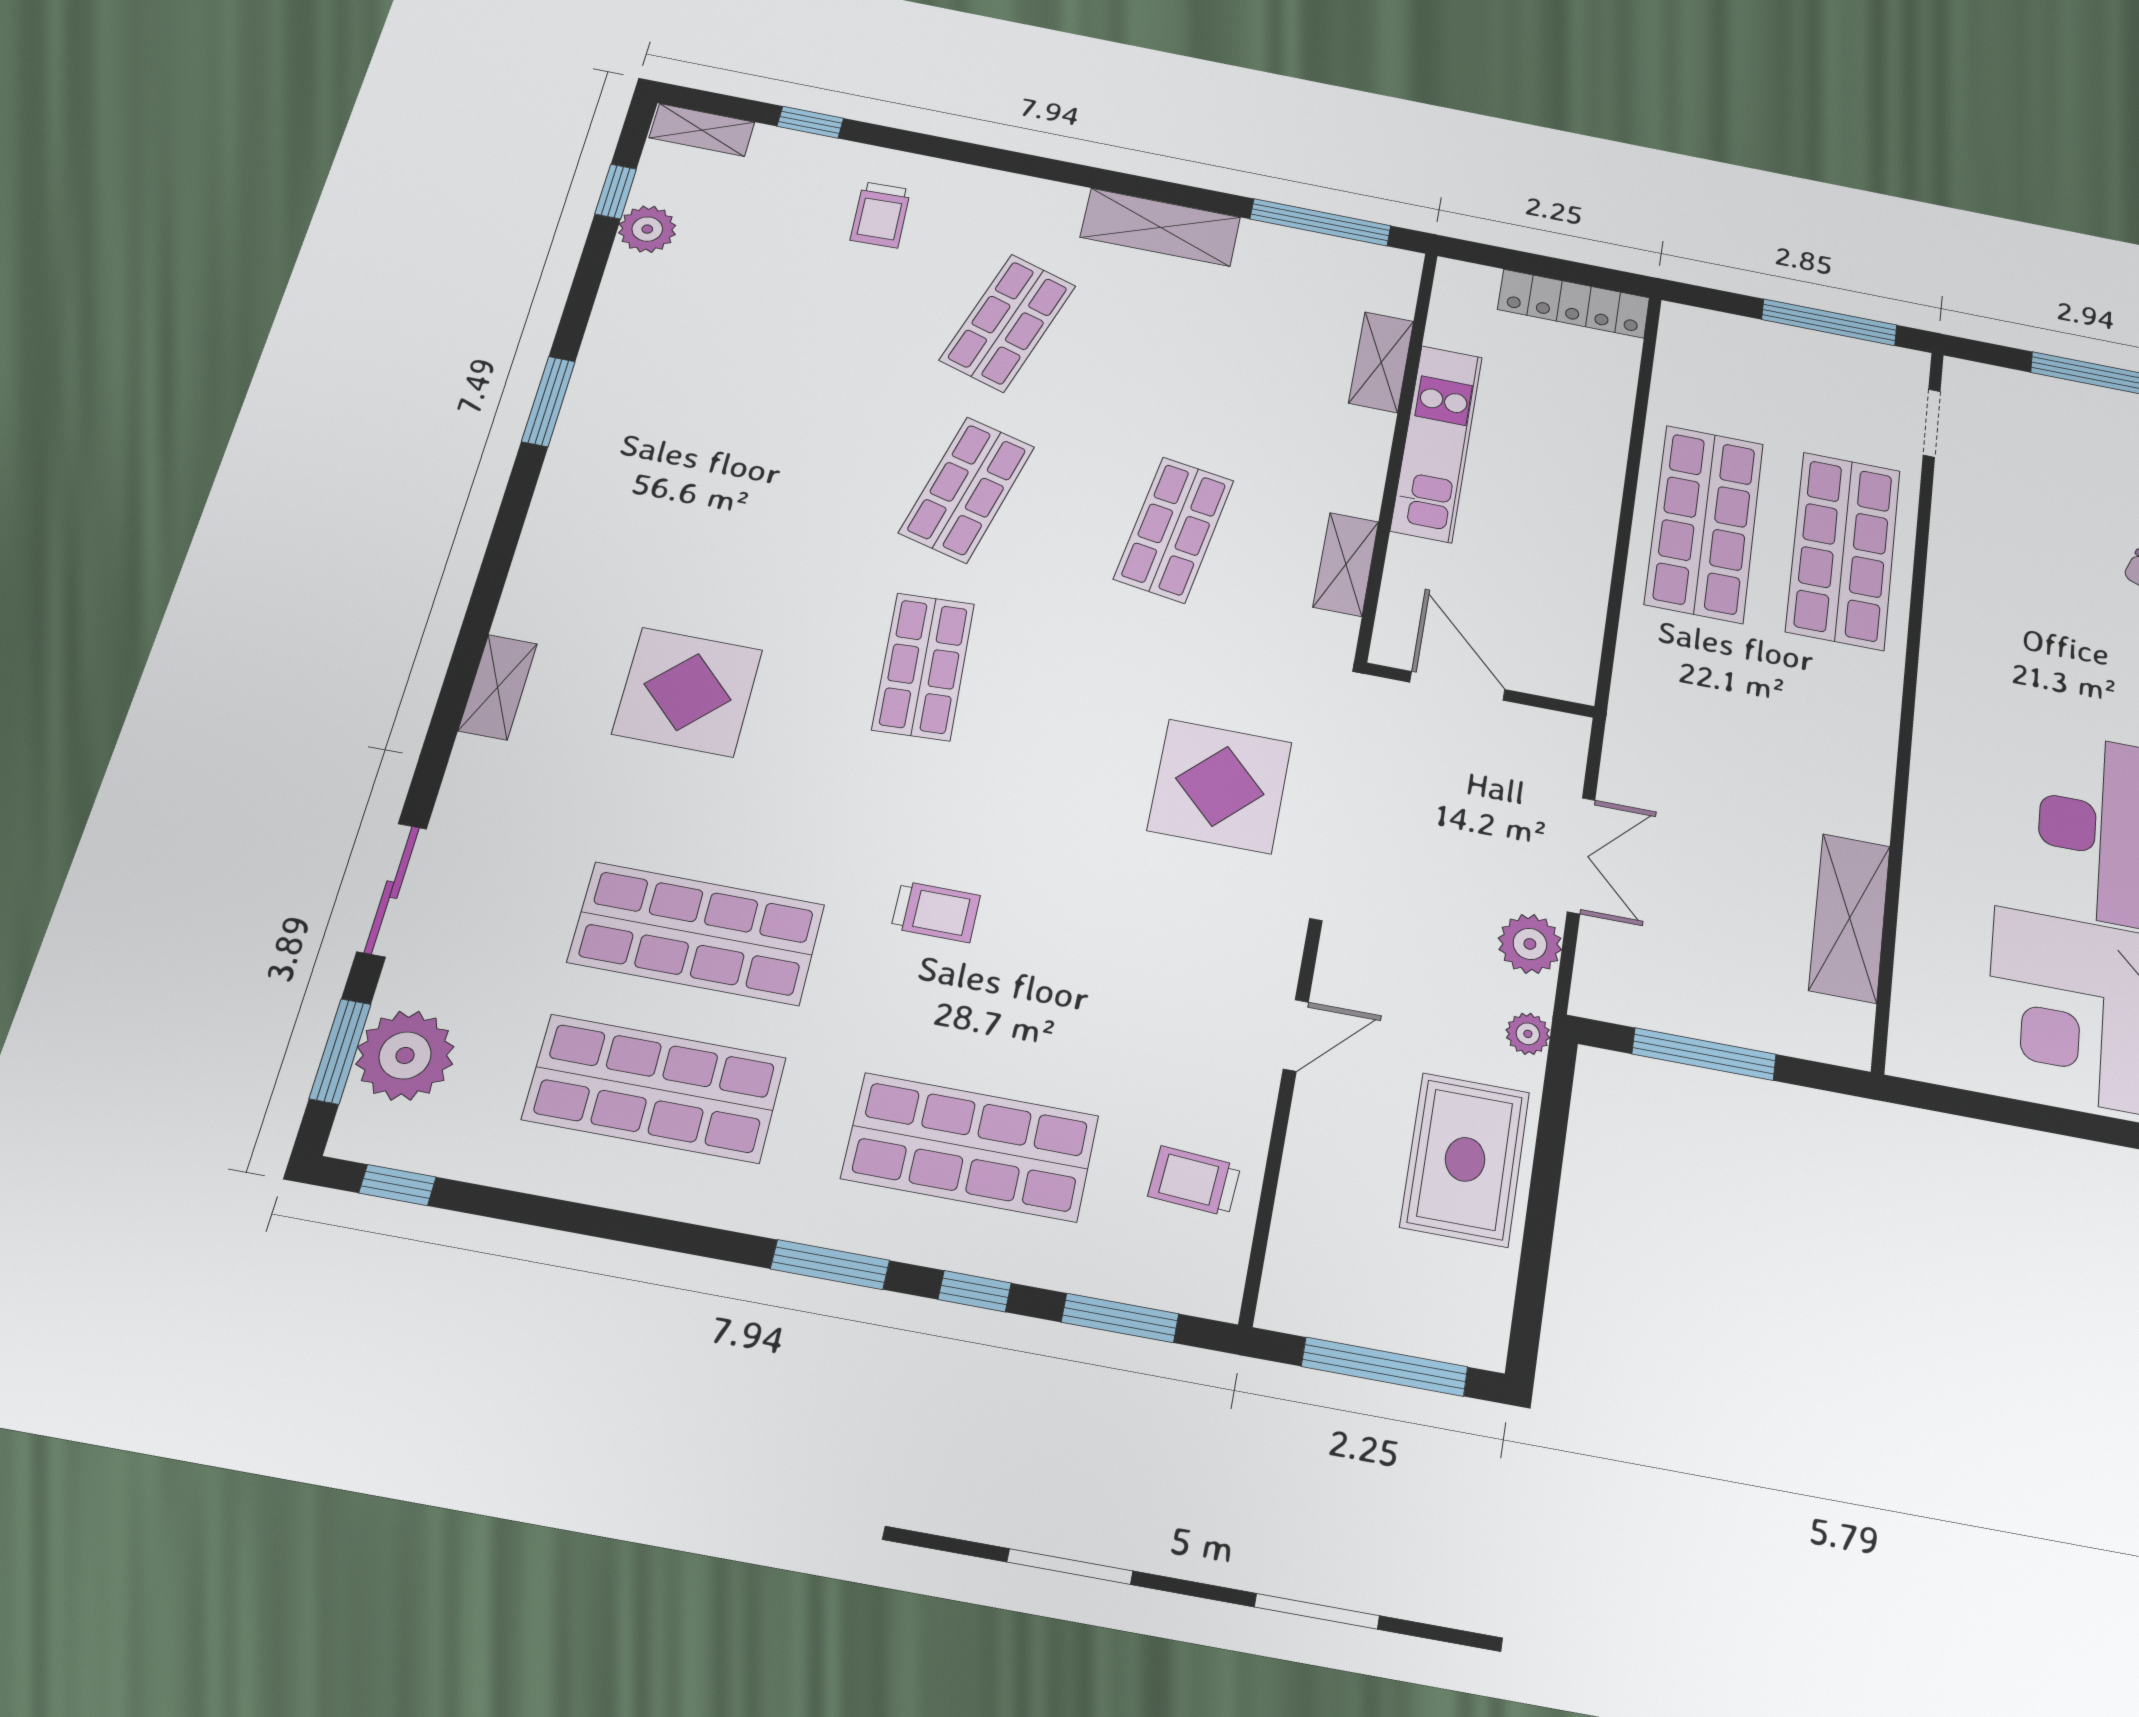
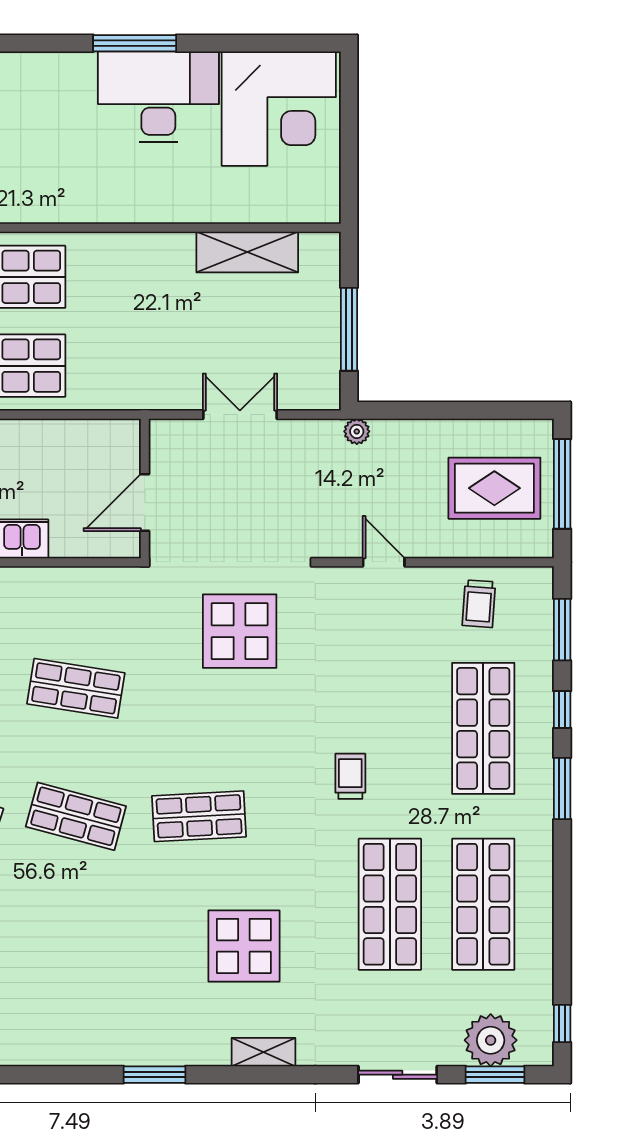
window: (548, 401) -> (155, 1075), moved
shelving: (1346, 564) -> (77, 581), removed
plant: (1530, 944) -> (302, 437), removed
rug: (1465, 1159) -> (494, 488), moved

